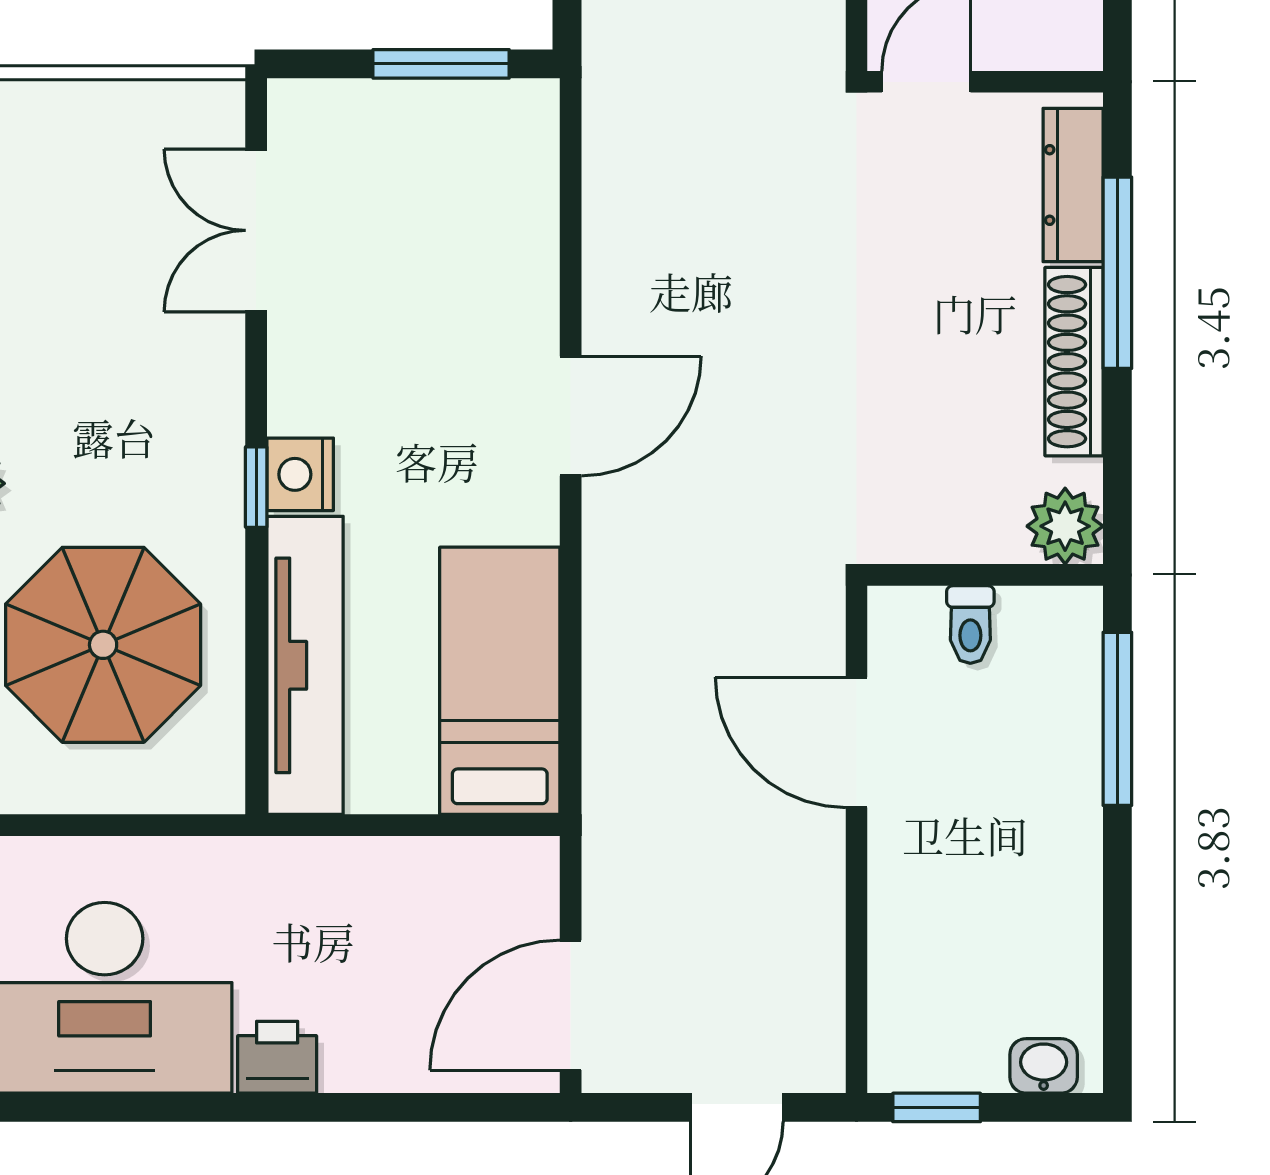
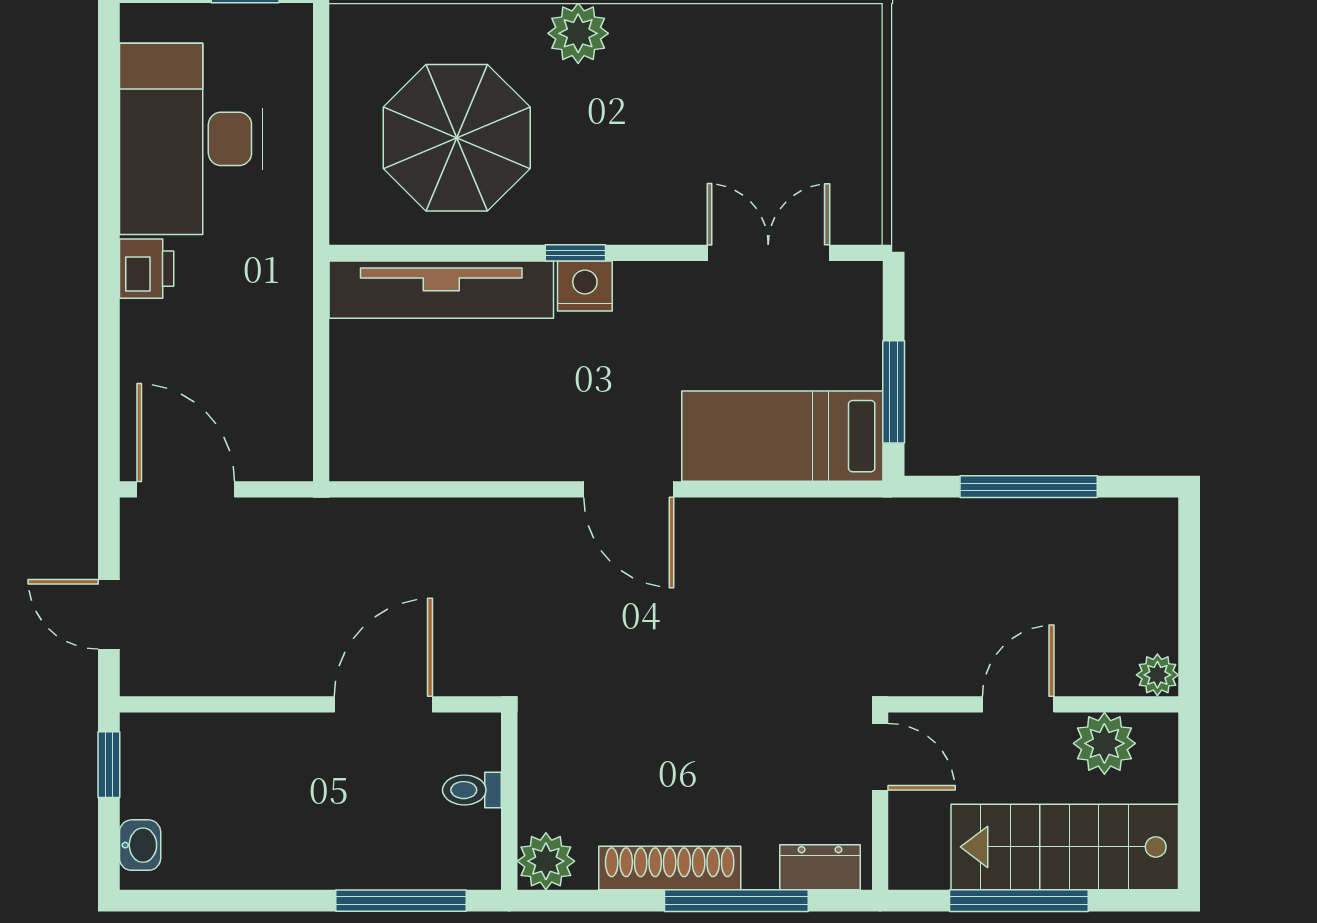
dresser: (1073, 185) -> (820, 867), width x0.70
bed: (500, 681) -> (782, 436), moved, turned 180

